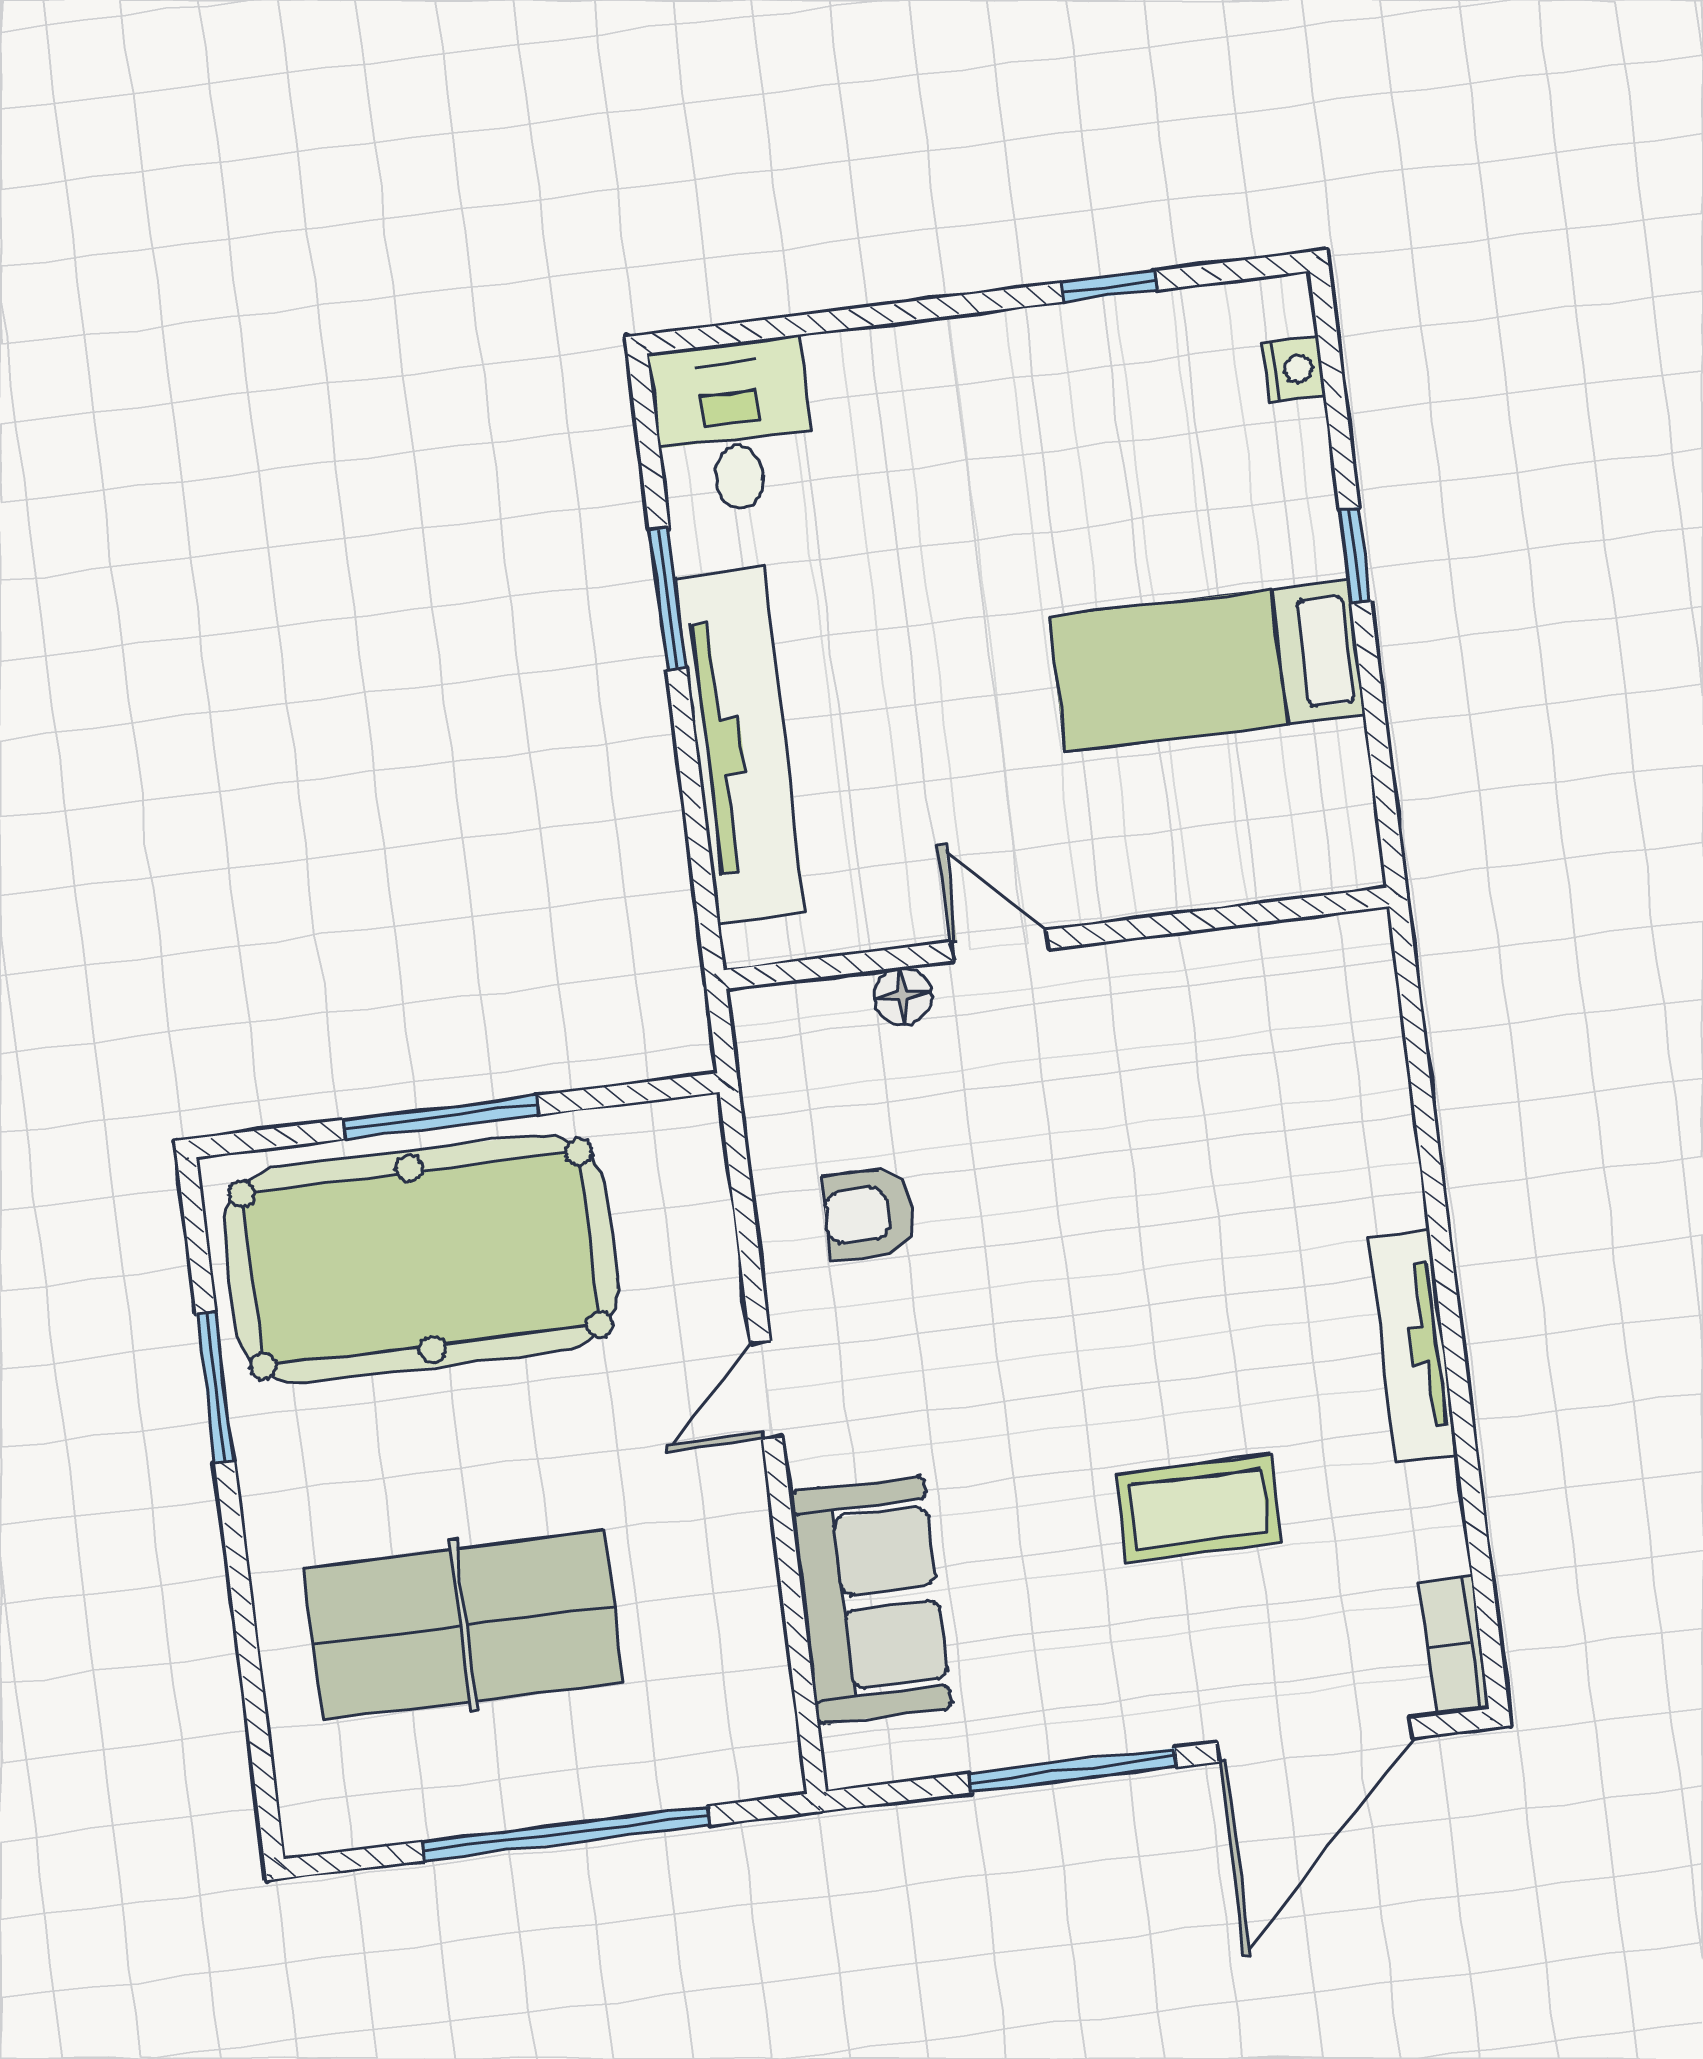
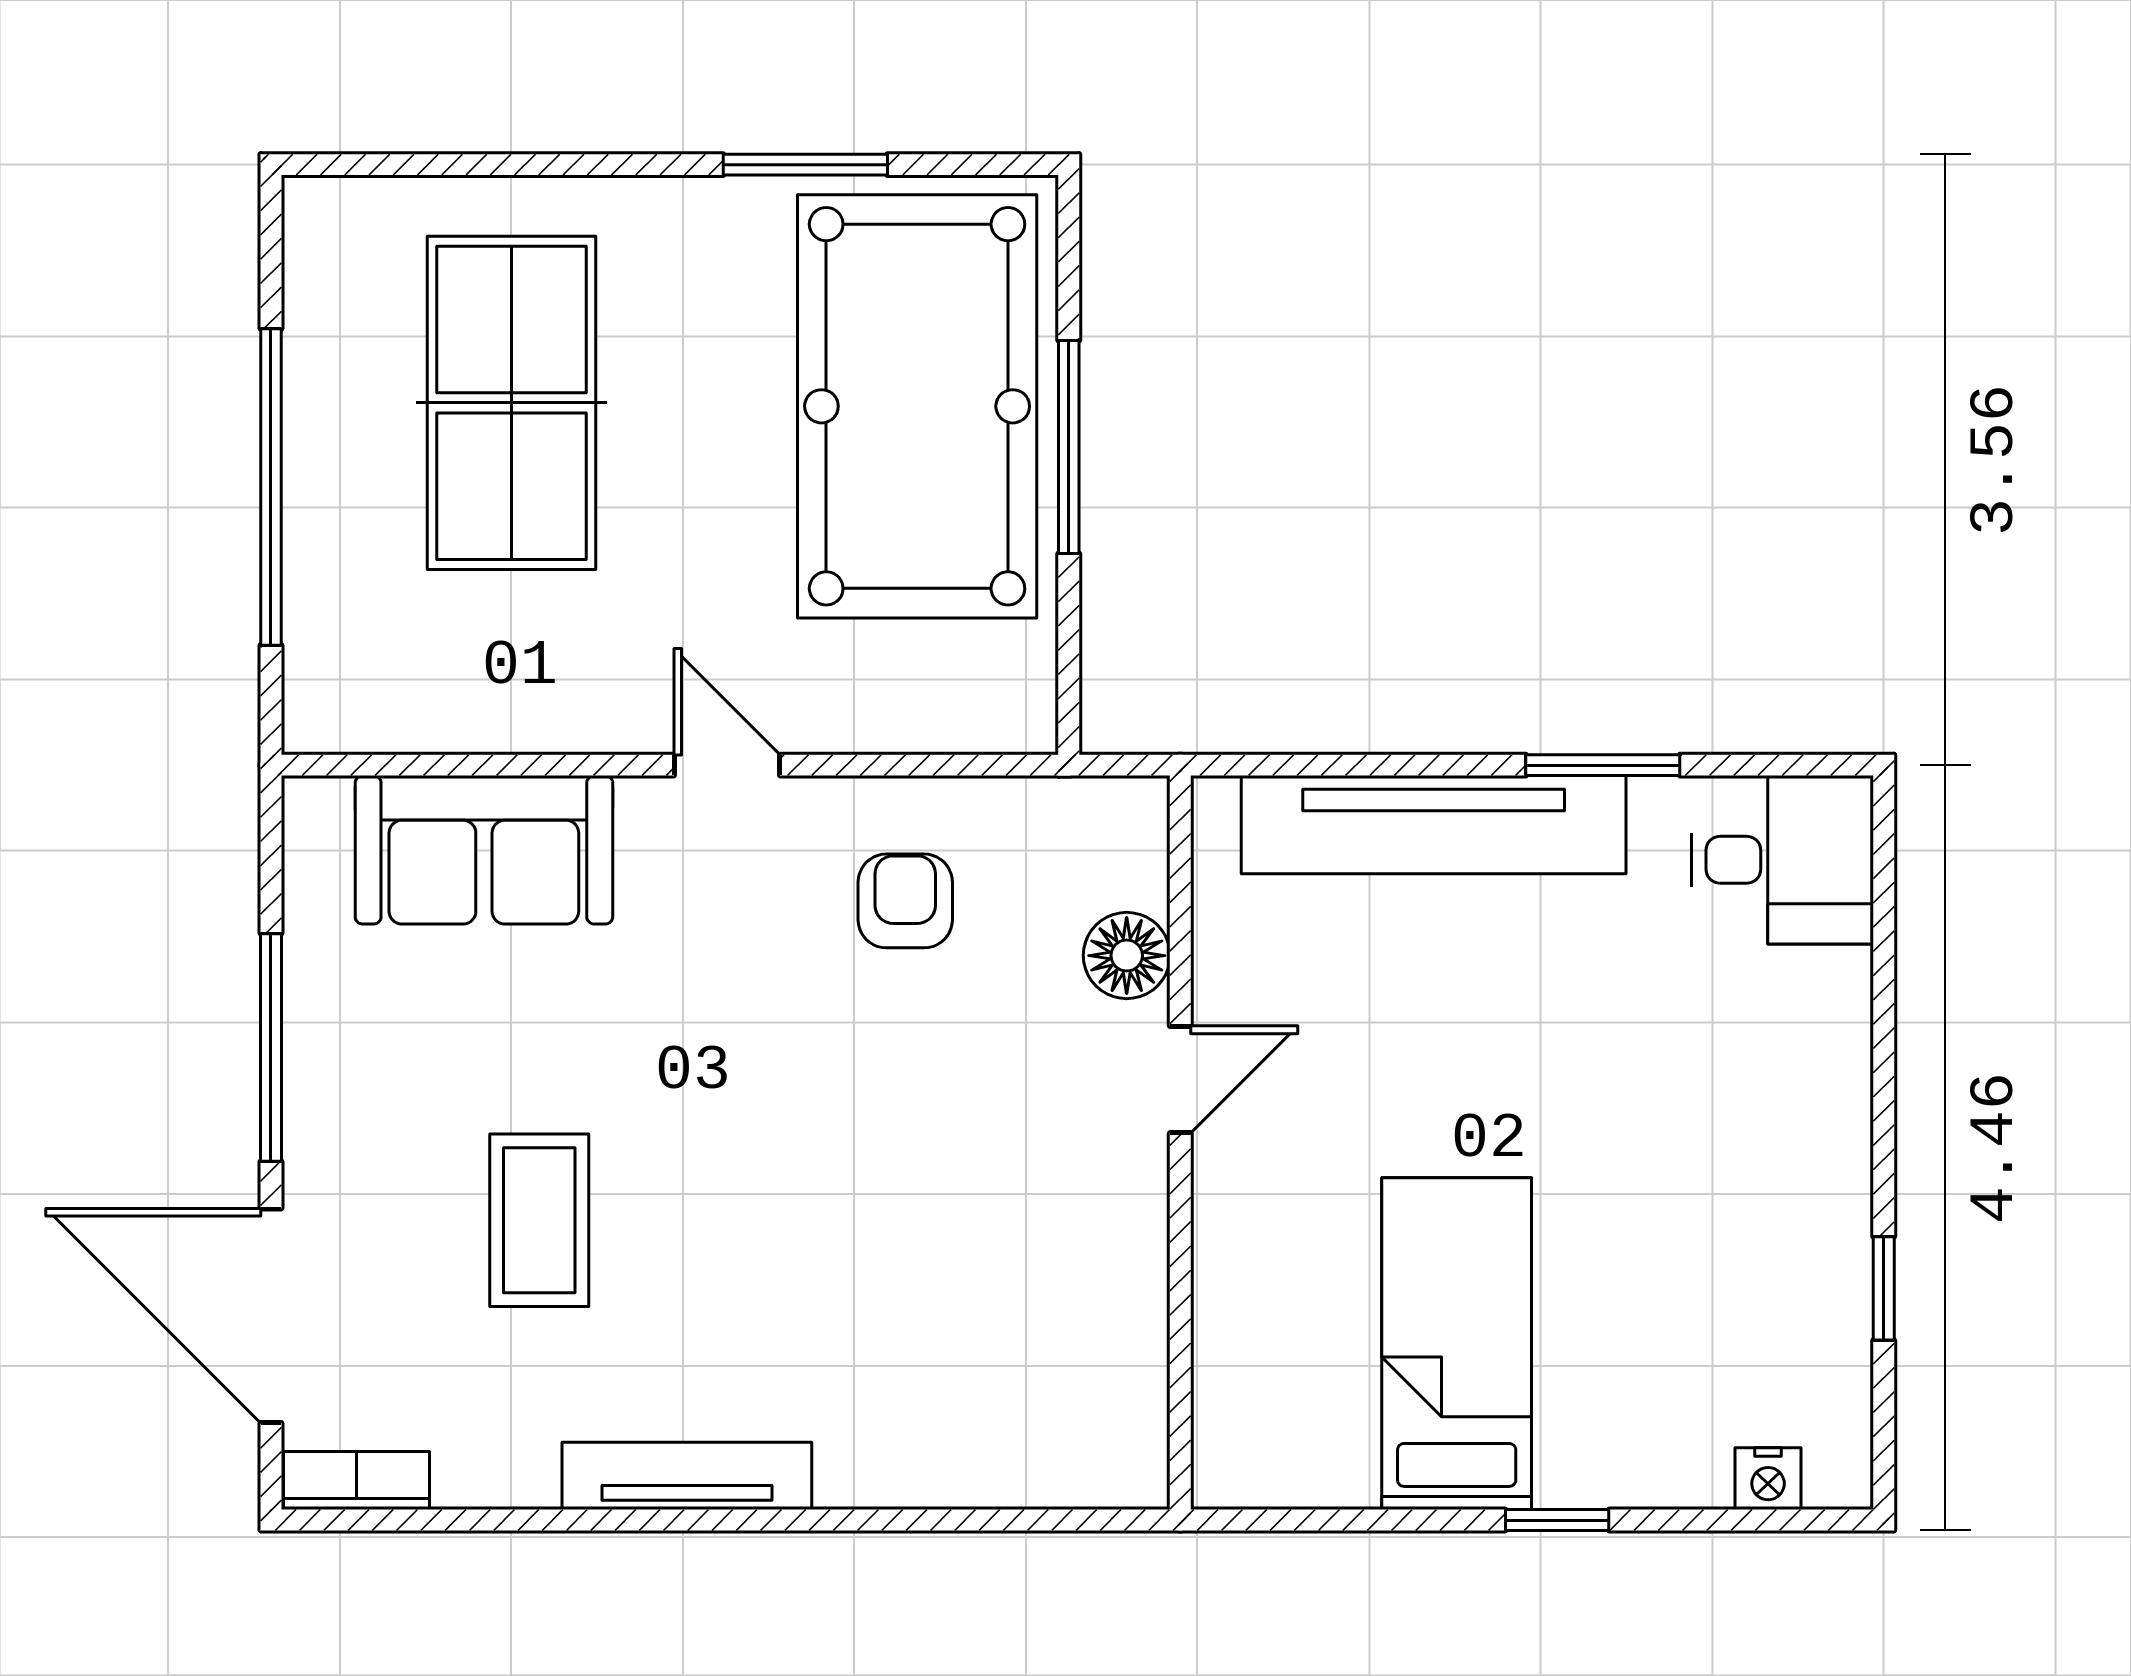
floor lamp: (903, 996) -> (1127, 956), width x1.37, depth x1.37

